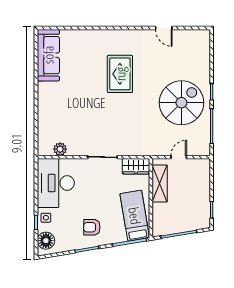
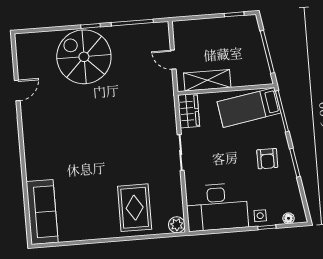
sofa: (48, 55) -> (42, 212), moved, turned 90
rug: (120, 74) -> (135, 208), moved, turned 90
spiral stairs: (181, 103) -> (84, 57), moved
plant: (60, 149) -> (177, 225), moved
floor lamp: (46, 241) -> (289, 218), width x0.53, depth x0.53

